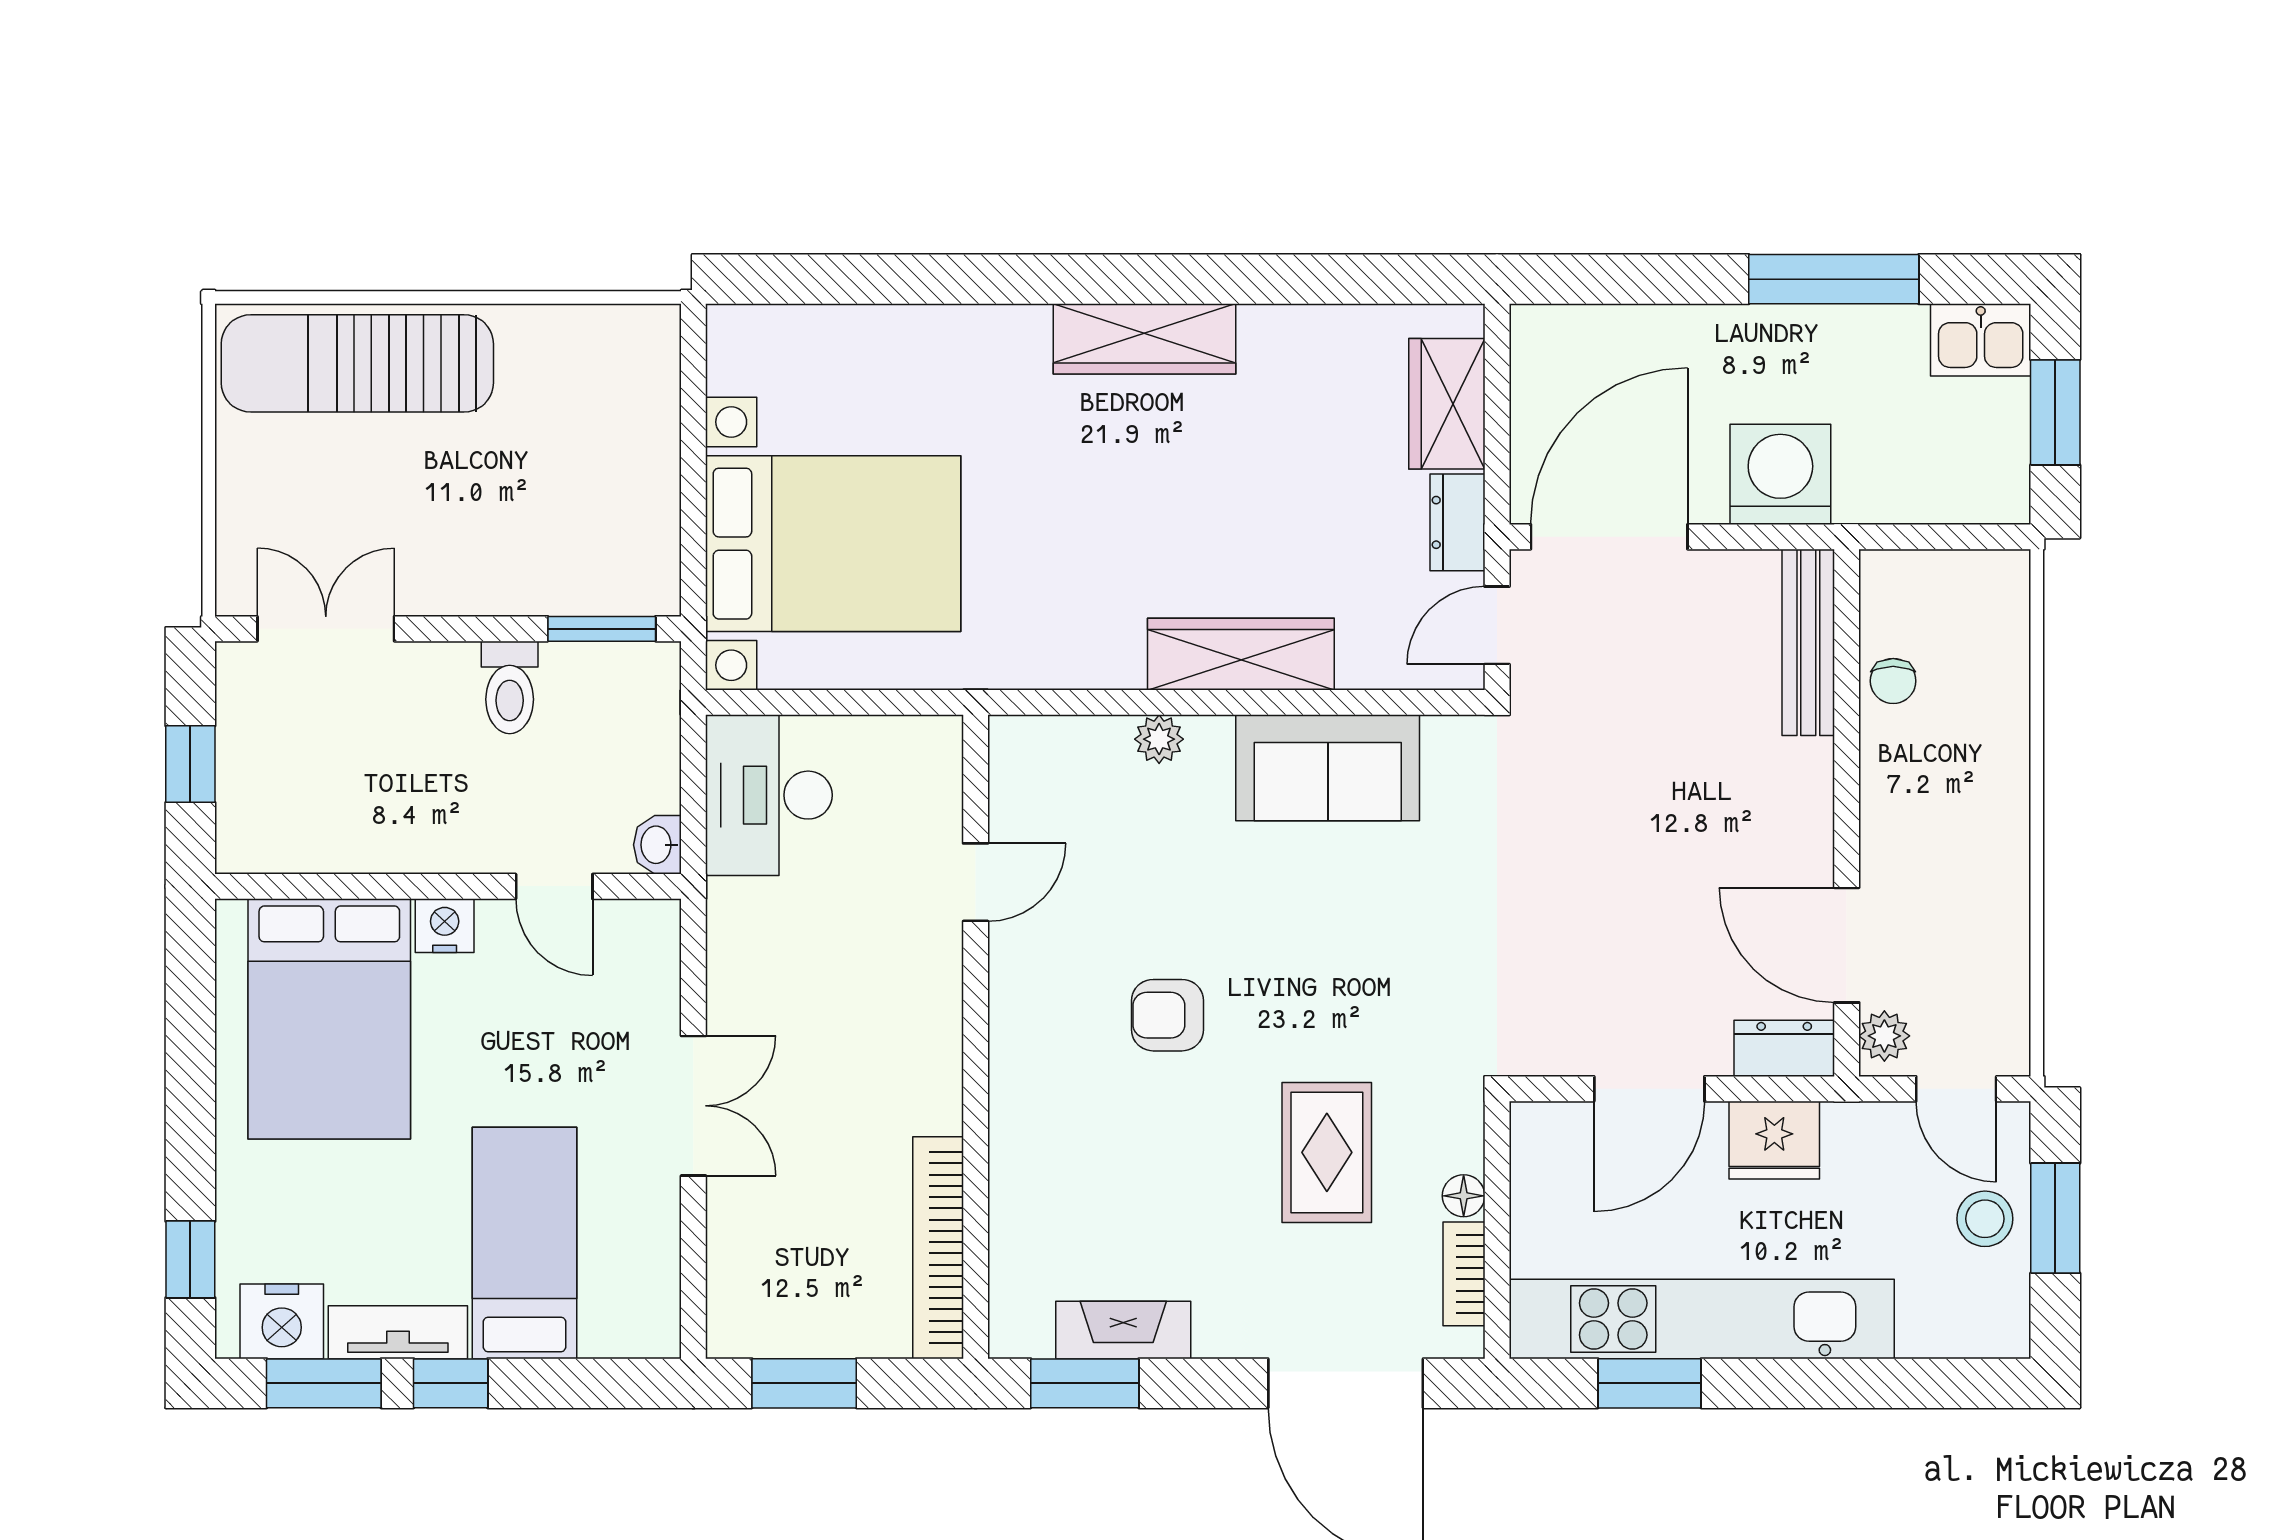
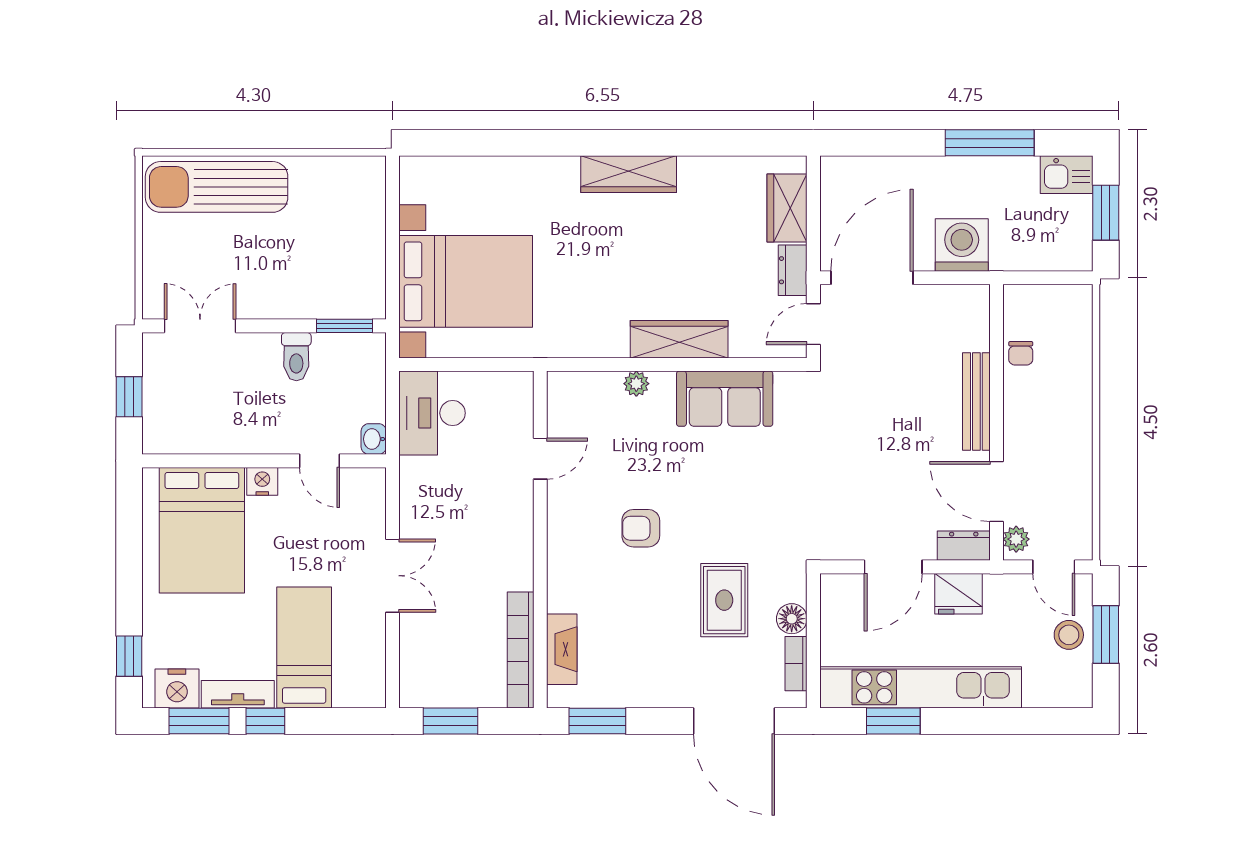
bench: (1808, 642) -> (976, 402), moved
floor lamp: (1464, 1196) -> (792, 619), width x1.37, depth x1.37
fireplace: (1123, 1330) -> (562, 649), moved, turned 90

